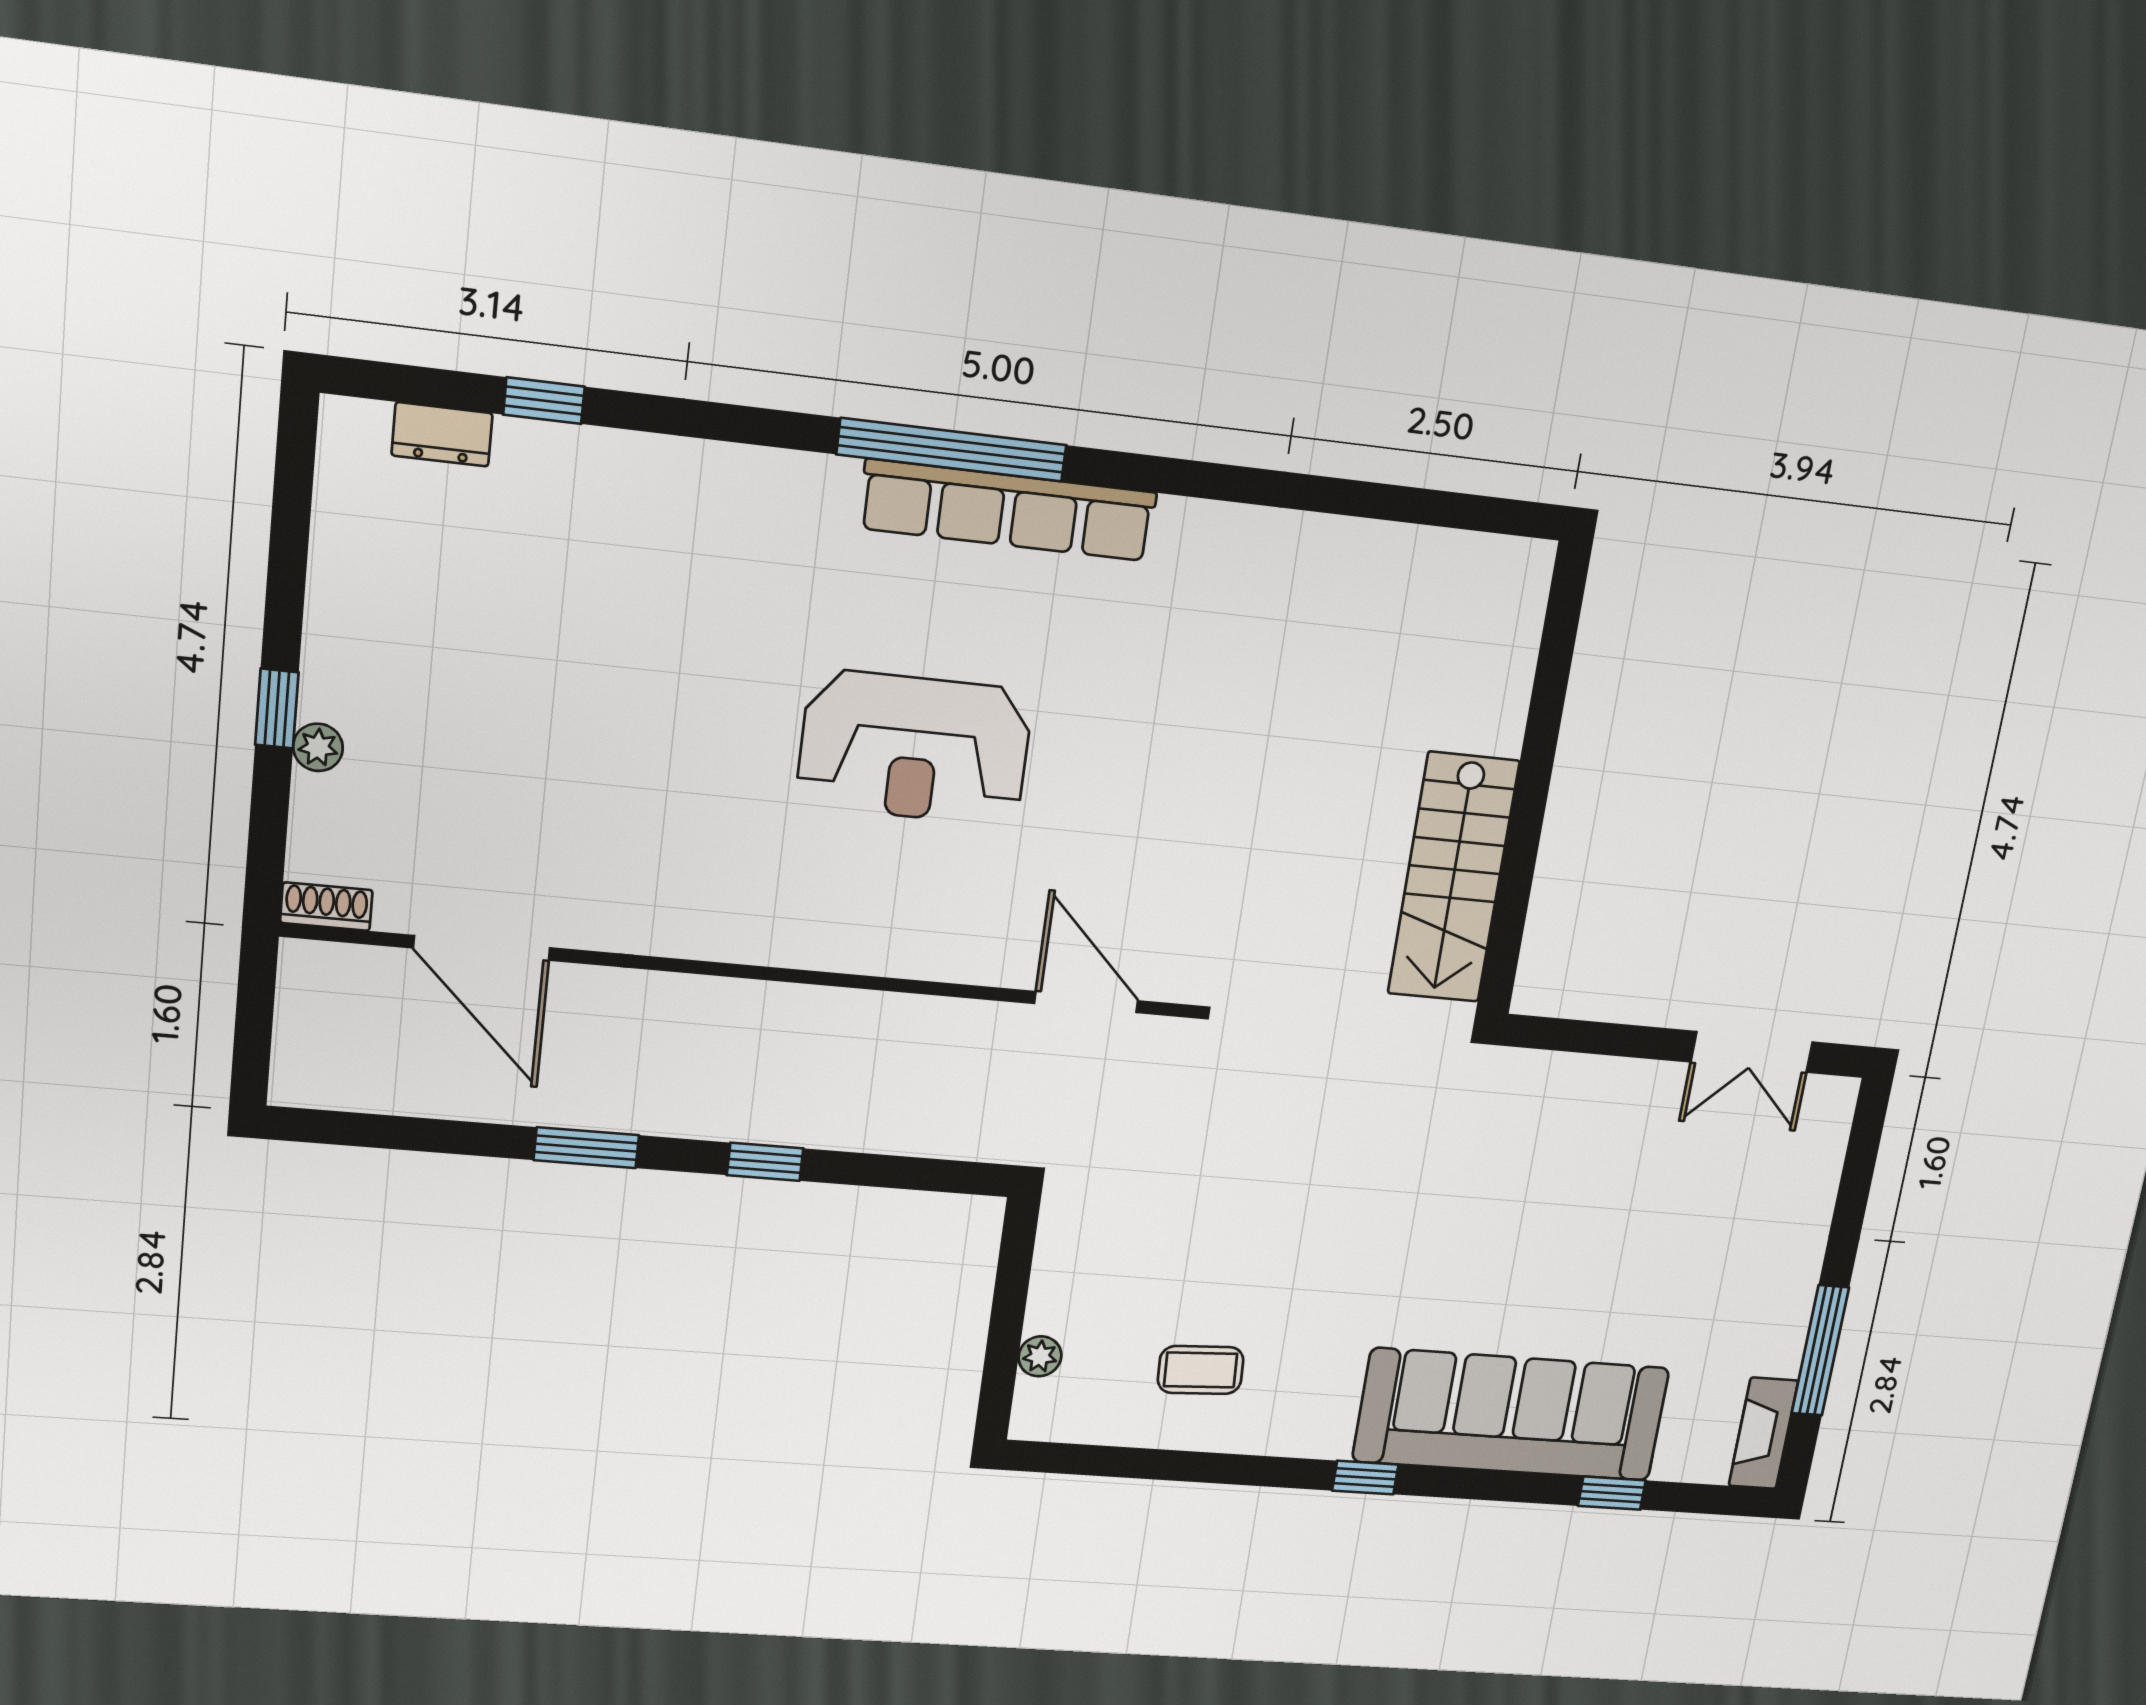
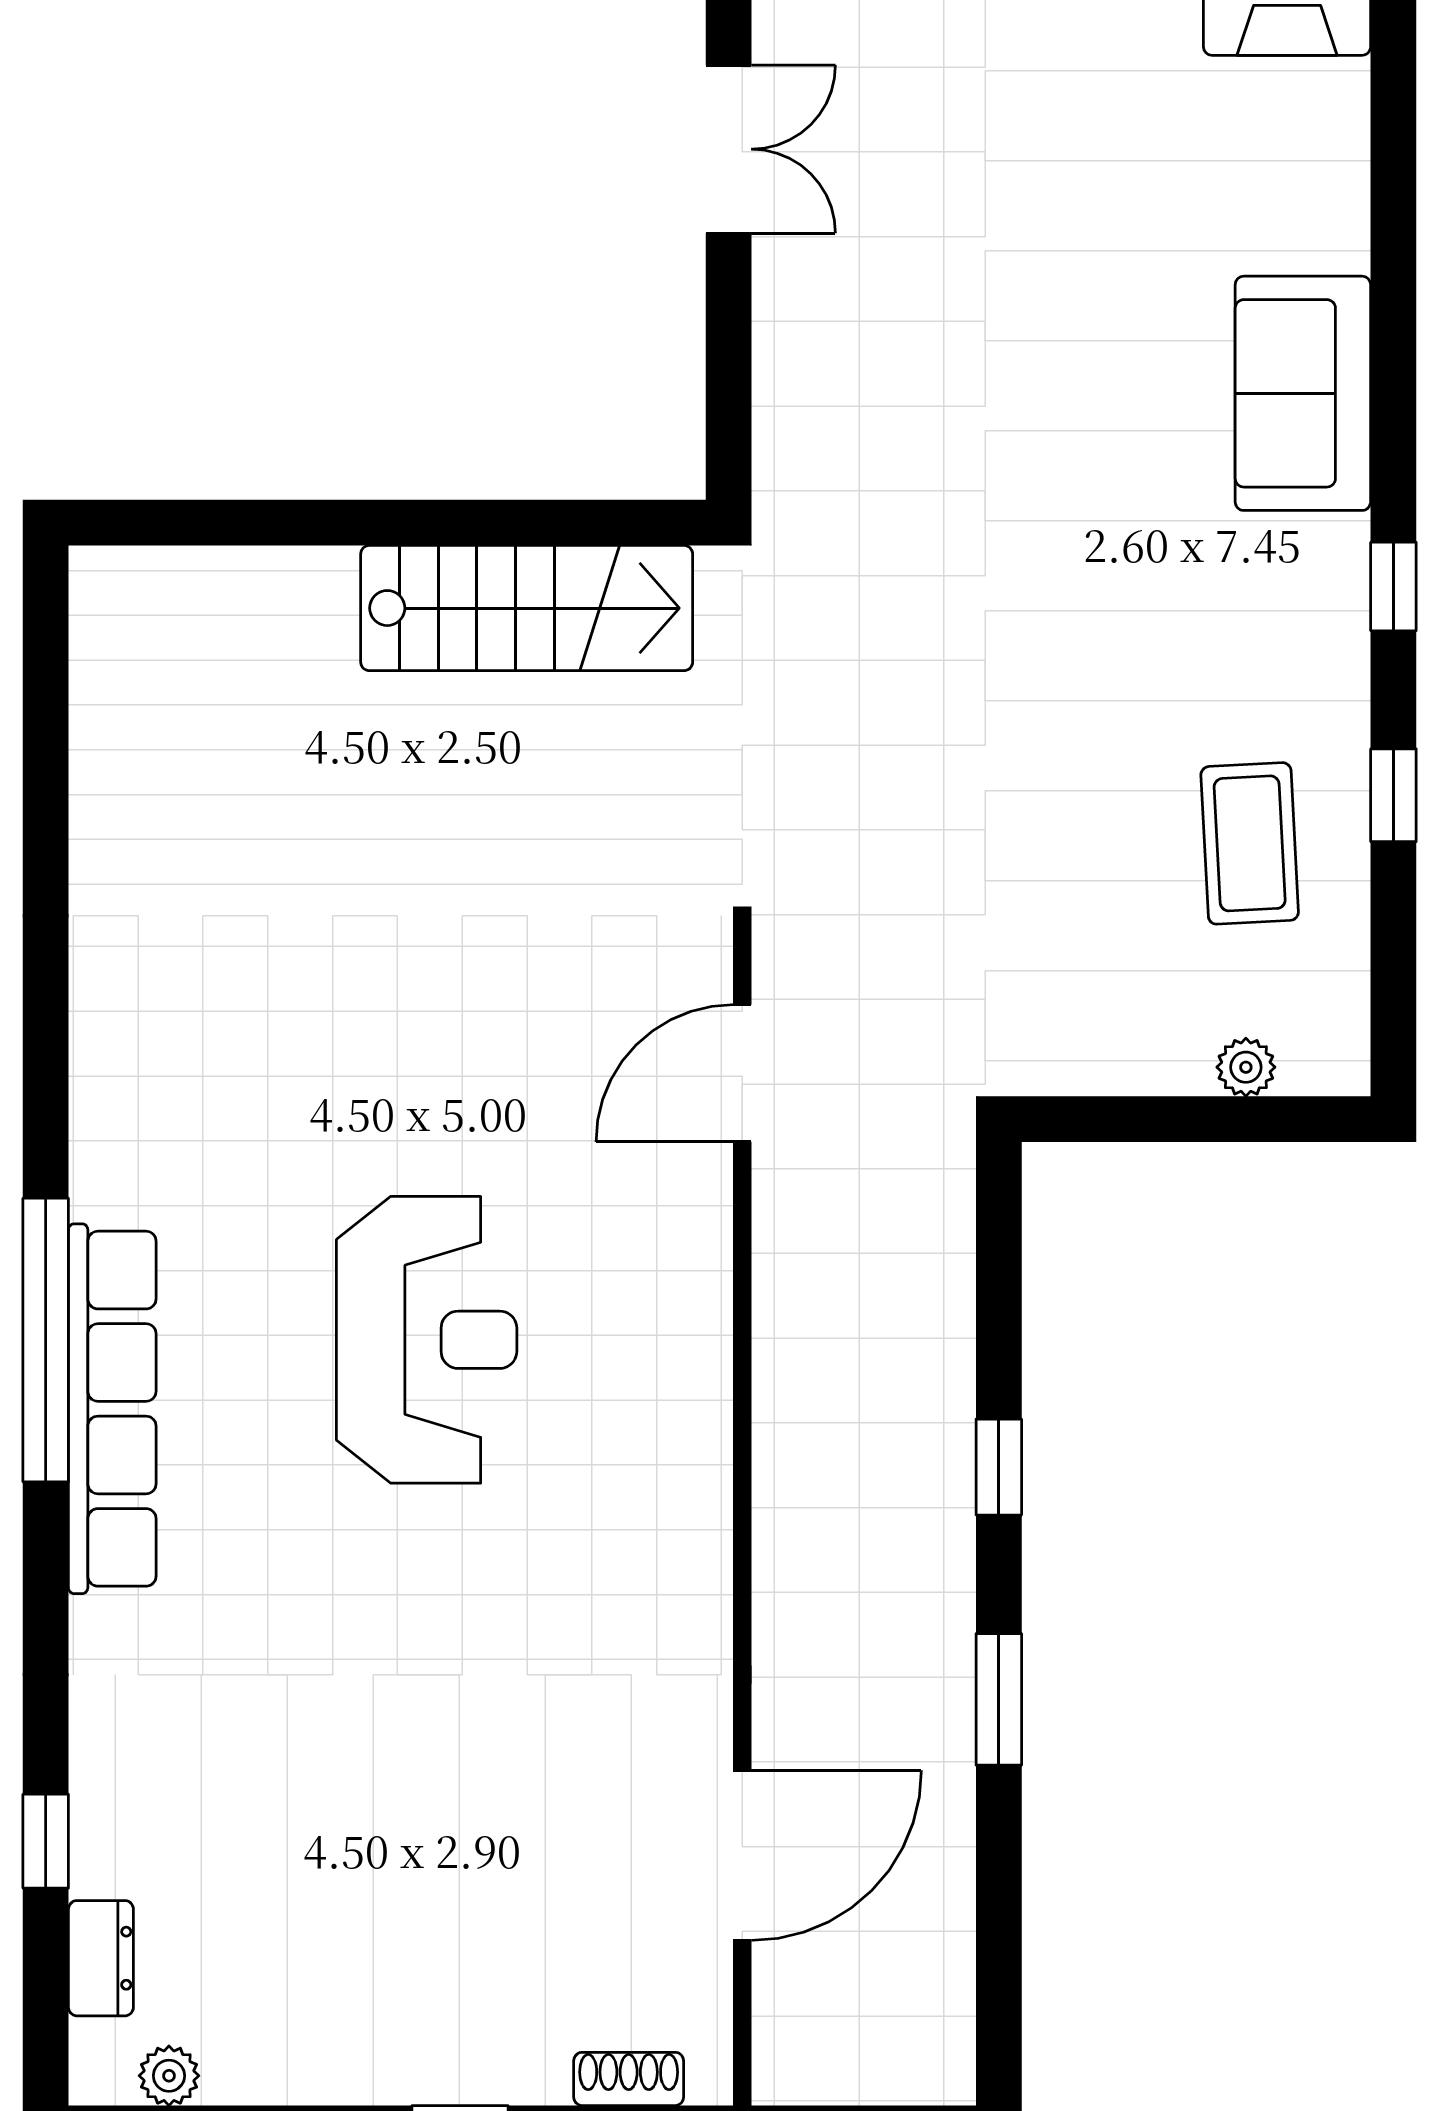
row of seats: (1008, 510) -> (112, 1409), moved
plant: (318, 747) -> (169, 2076), moved
shoe rack: (326, 907) -> (629, 2079), moved, turned 90
coffee table: (1201, 1370) -> (1250, 843), width x1.36, depth x1.30
sofa: (1511, 1415) -> (1303, 393), width x0.54, depth x0.79
window: (1612, 1493) -> (1393, 795), moved

